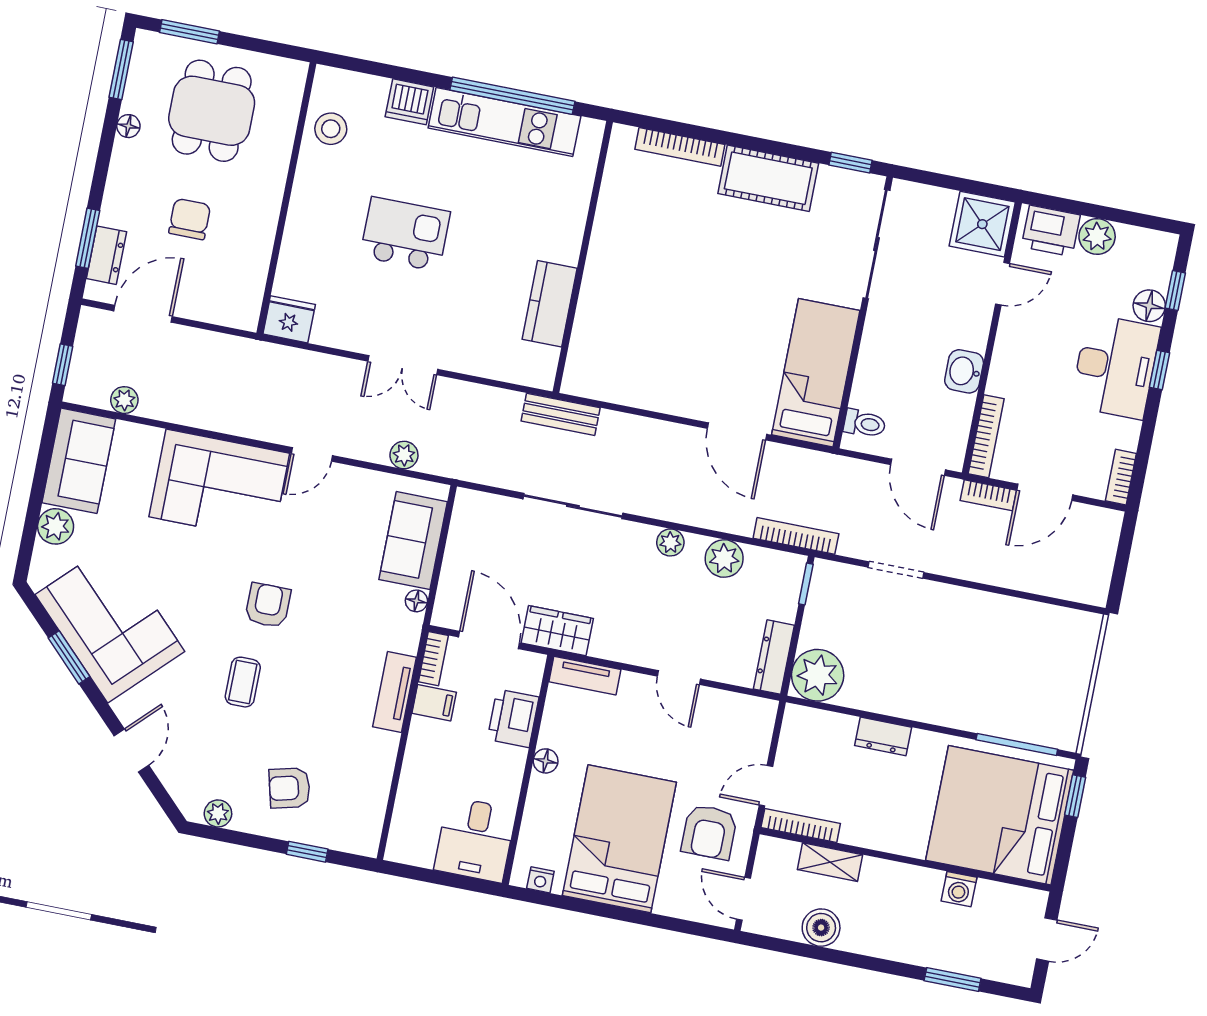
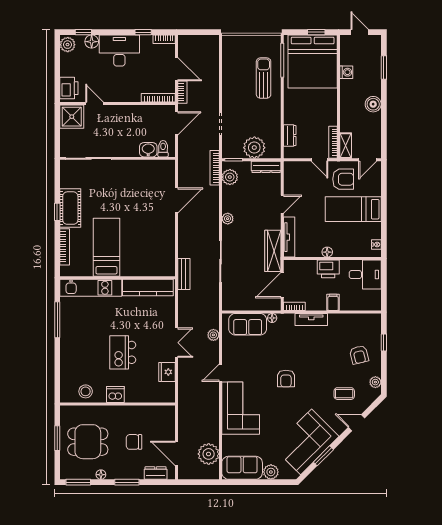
window: (190, 32) -> (57, 438), moved
window: (512, 96) -> (57, 320), width x0.68
dishwasher: (409, 102) -> (115, 394), moved, turned -90
kitchen unit: (504, 122) -> (91, 288), moved, turned 90
window: (850, 163) -> (57, 212), moved
plant: (1097, 236) -> (68, 45), moved
window: (88, 238) -> (127, 482), moved
kitchen counter: (550, 304) -> (148, 288), width x1.50
fridge: (289, 319) -> (167, 372), moved
window: (63, 365) -> (204, 482), removed
window: (1160, 370) -> (143, 32), moved
washbasin: (964, 371) -> (148, 150), moved, turned 180
bed: (816, 373) -> (106, 247), moved, turned 90
plant: (124, 400) -> (209, 454), width x1.88, depth x1.88
door: (312, 454) -> (221, 373), swing flipped
plant: (724, 559) -> (230, 177), moved
armchair: (268, 605) -> (286, 379), turned -90
wardrobe: (557, 631) -> (273, 251), width x1.50
plant: (818, 675) -> (254, 148), moved
tv unit: (585, 676) -> (289, 237), width x1.41
coffee table: (243, 682) -> (344, 394), moved
sun lounger: (984, 692) -> (264, 78), added
filing cabinet: (434, 703) -> (333, 302), moved
printer: (513, 718) -> (328, 269), moved
dresser: (883, 736) -> (290, 135), moved
window: (1075, 796) -> (316, 32), moved
bed: (619, 839) -> (353, 209), width x0.67
shelving: (830, 862) -> (346, 146), moved
boiler: (821, 928) -> (373, 104), moved

